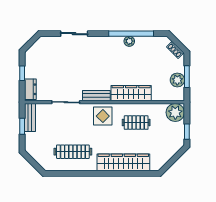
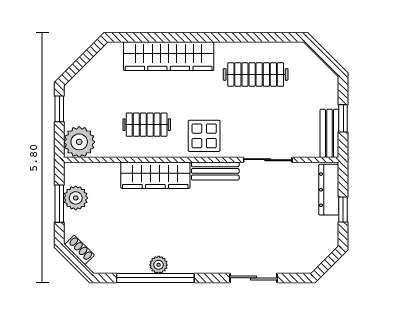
dresser: (30, 89) -> (329, 190), width x1.44

